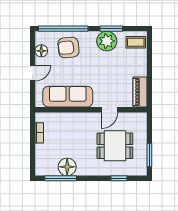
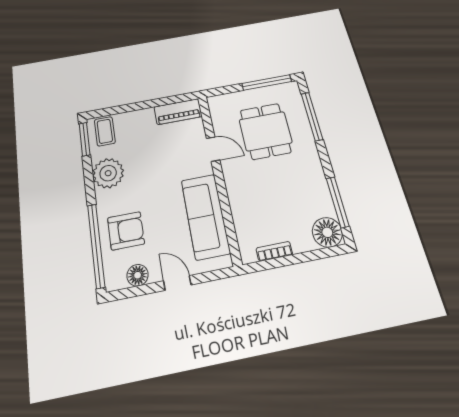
window: (111, 29) -> (85, 139), moved
armchair: (68, 47) -> (126, 231), turned -84
window: (149, 155) -> (267, 82), width x1.44
floor lamp: (67, 167) -> (327, 232), moved
window: (119, 178) -> (312, 116), width x2.17

